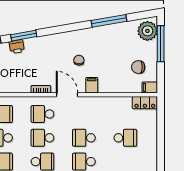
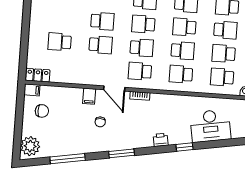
window: (24, 36) -> (122, 153), moved
window: (161, 44) -> (18, 132), removed
school desk: (42, 114) -> (140, 71), turned 180

